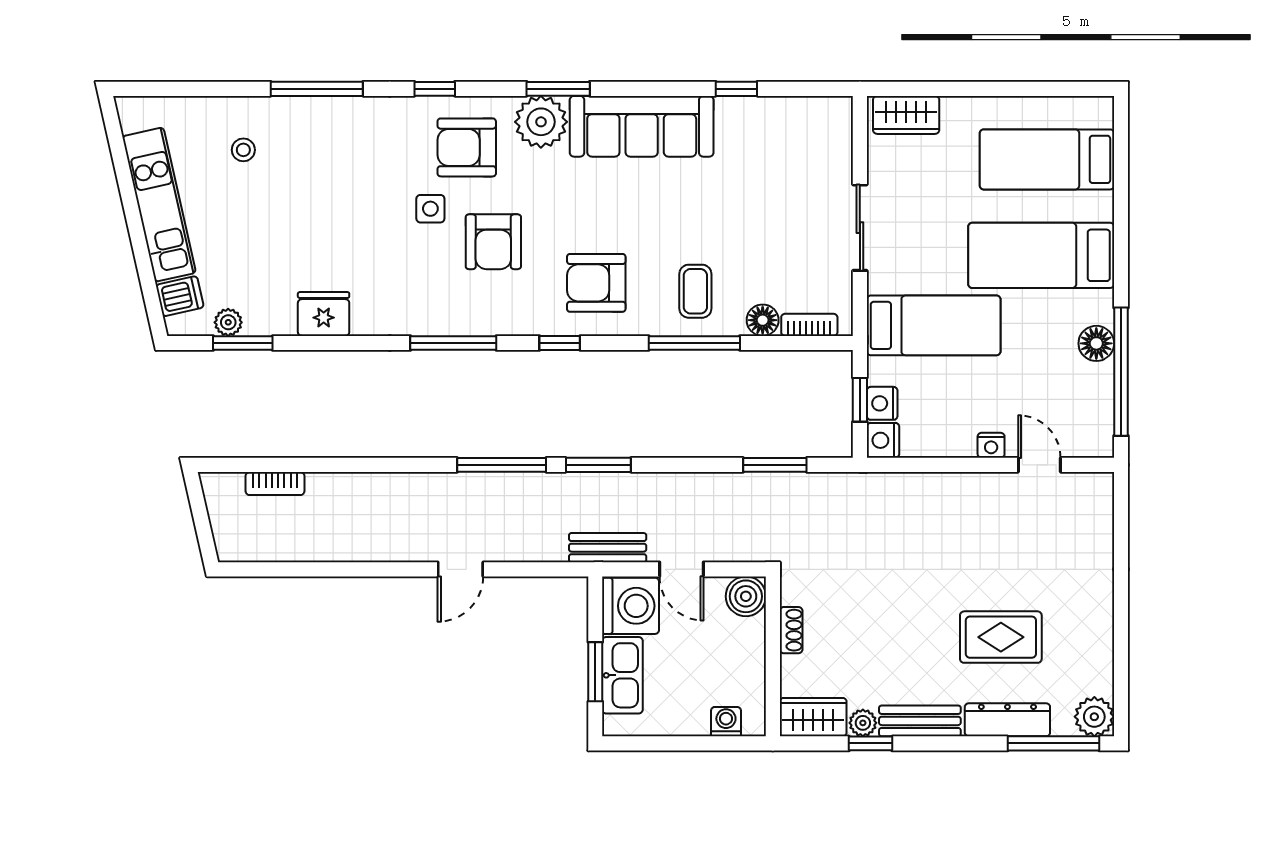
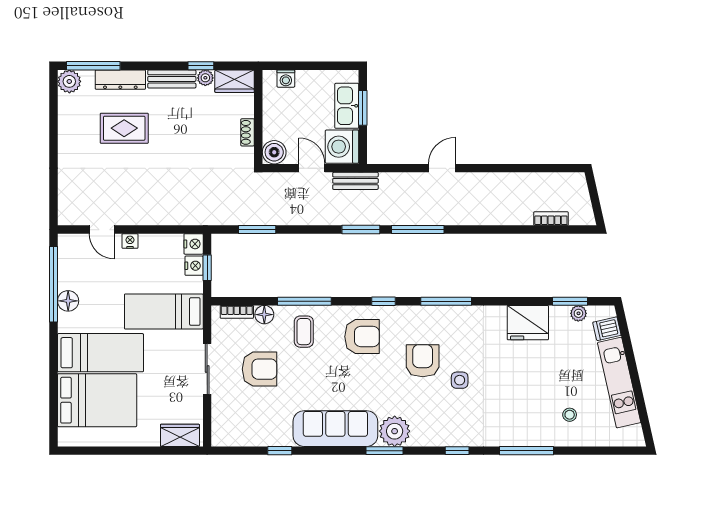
armchair: (467, 147) -> (260, 369), moved
bed: (1047, 159) -> (97, 400), width x1.50
fridge: (324, 314) -> (528, 323), width x1.36, depth x1.34

